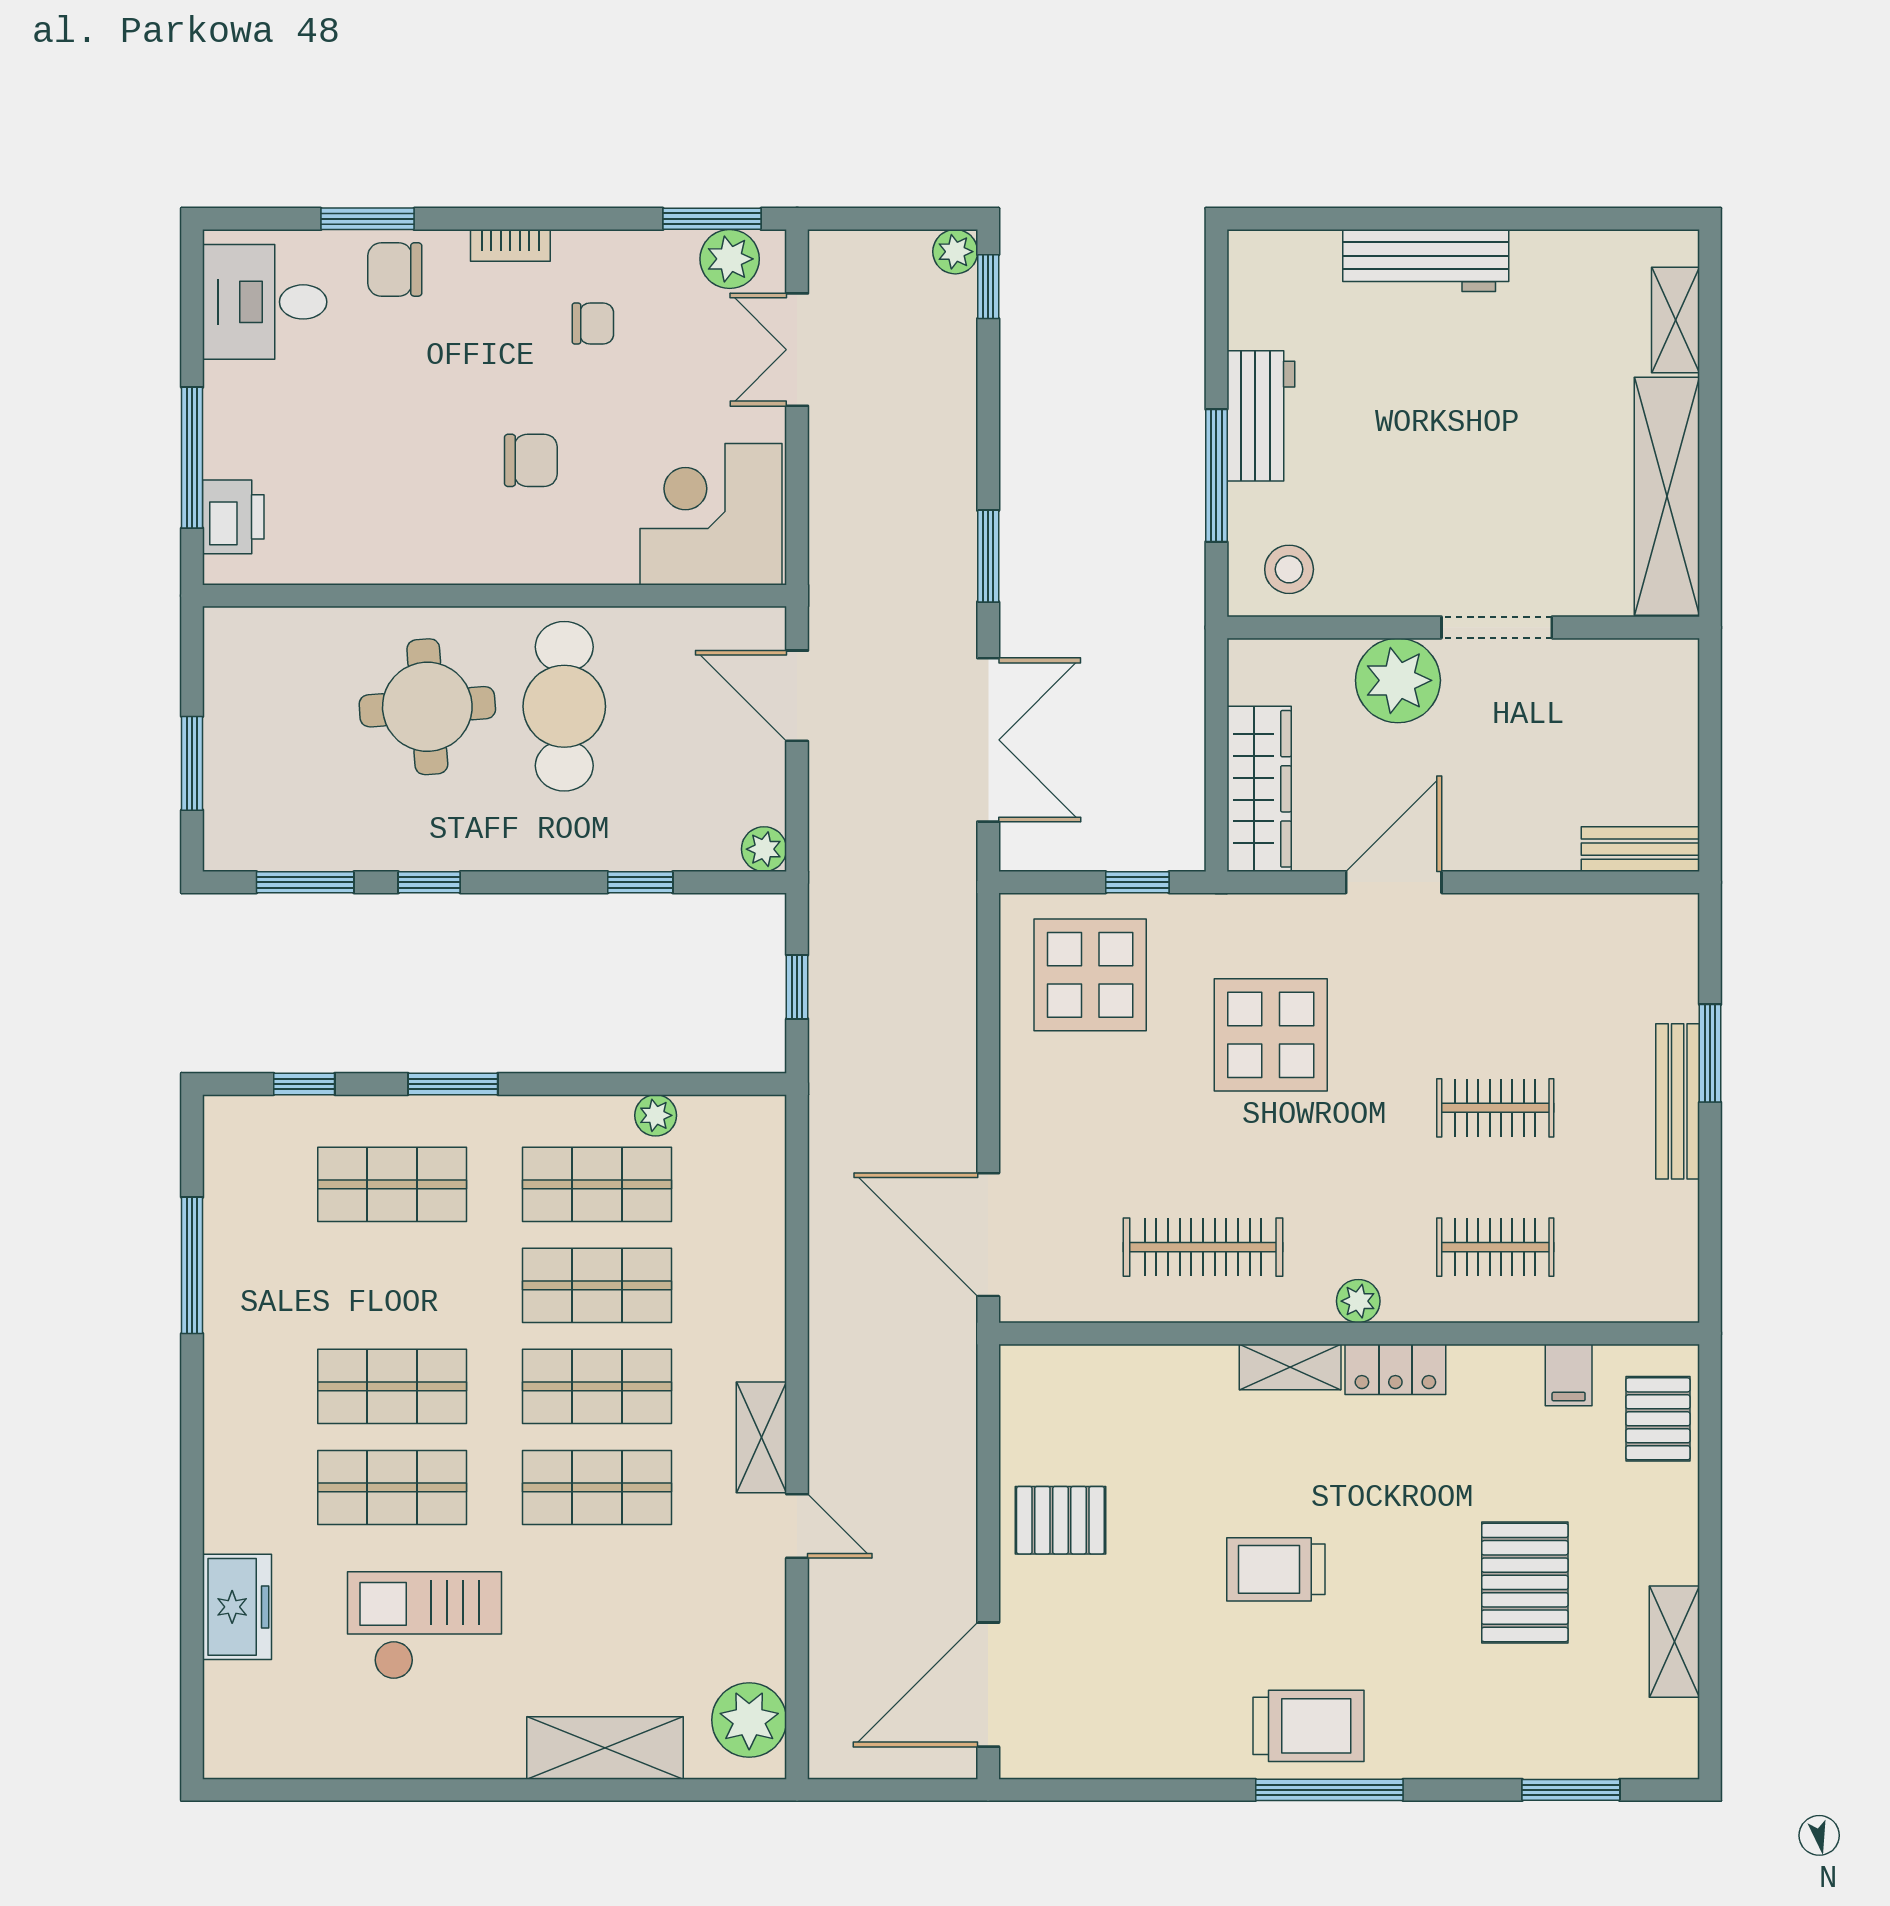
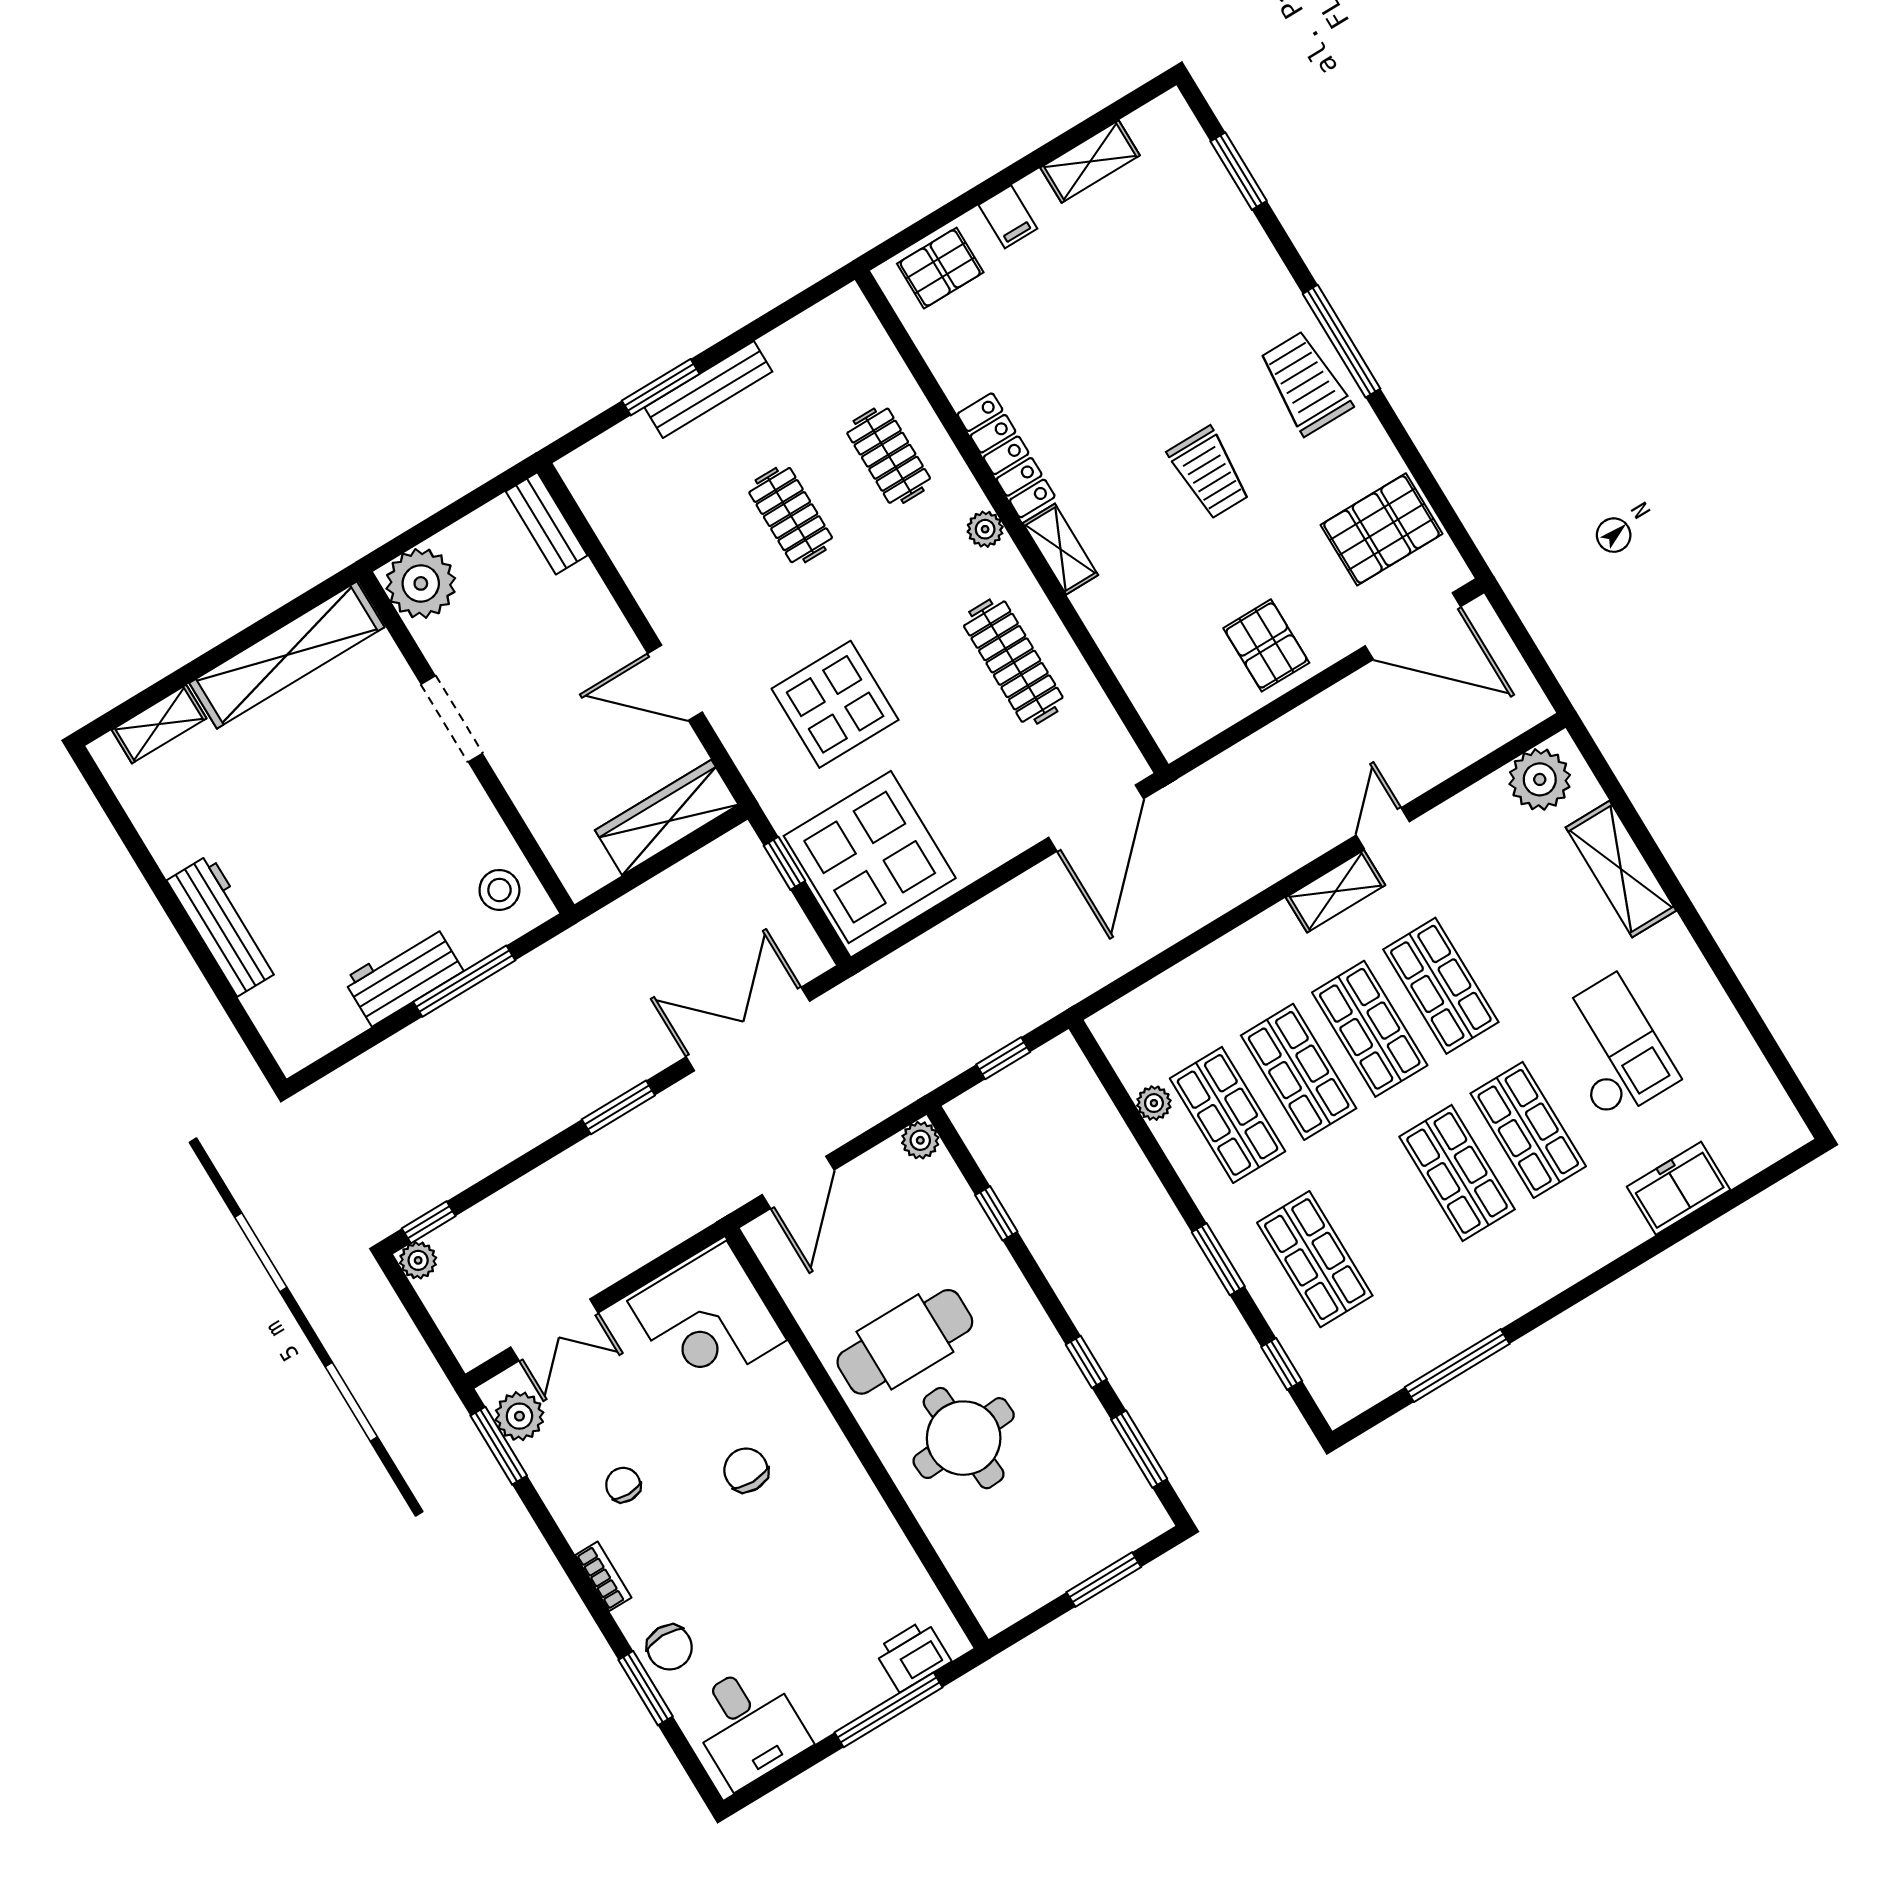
plant: (1398, 680) -> (421, 583), moved
display table: (1090, 975) -> (870, 857), width x1.36, depth x1.36
locker: (1395, 1369) -> (1006, 455), width x1.53
filing cabinet: (1569, 1375) -> (1008, 217), moved, turned 90
pallet: (1525, 1582) -> (1382, 529), moved
checkout: (425, 1625) -> (1612, 1048), turned 180

